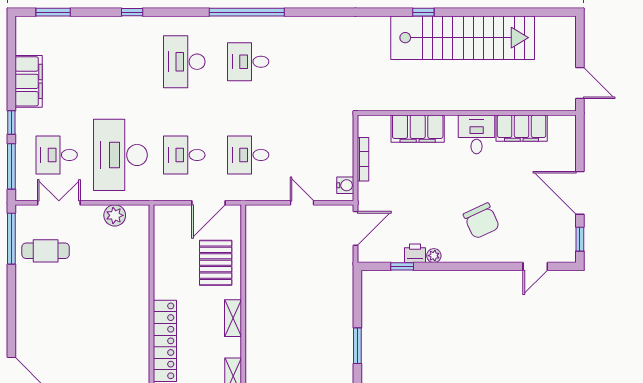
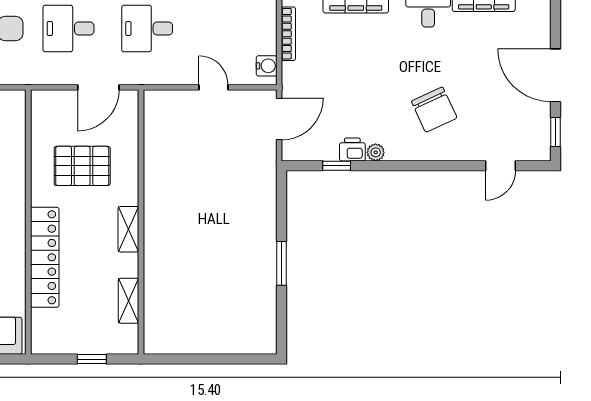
pallet: (216, 263) -> (82, 166), moved, turned 90

